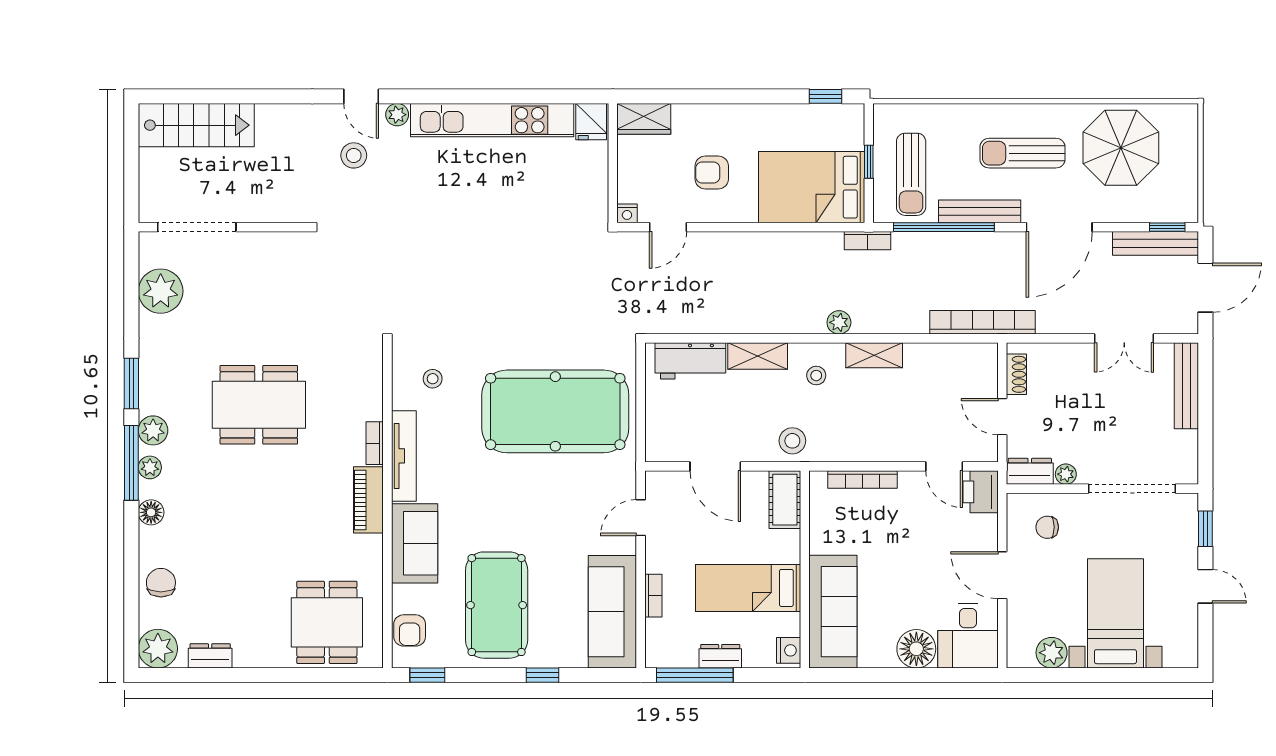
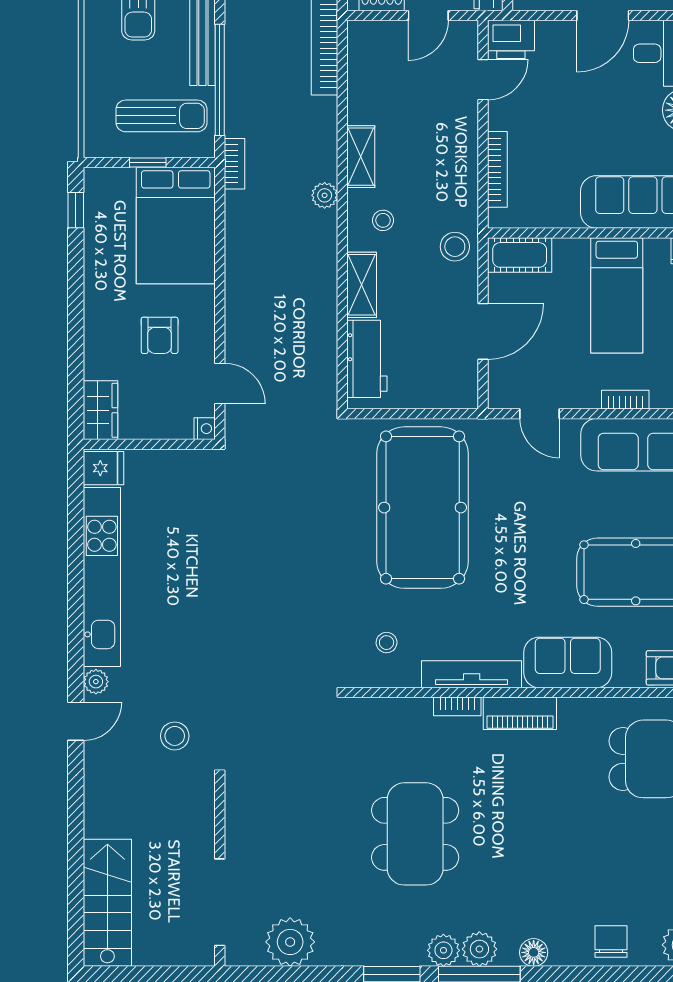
stool: (354, 155) -> (175, 736), moved
plant: (150, 467) -> (479, 949), width x1.38, depth x1.38
chair: (161, 583) -> (611, 942), turned 90

